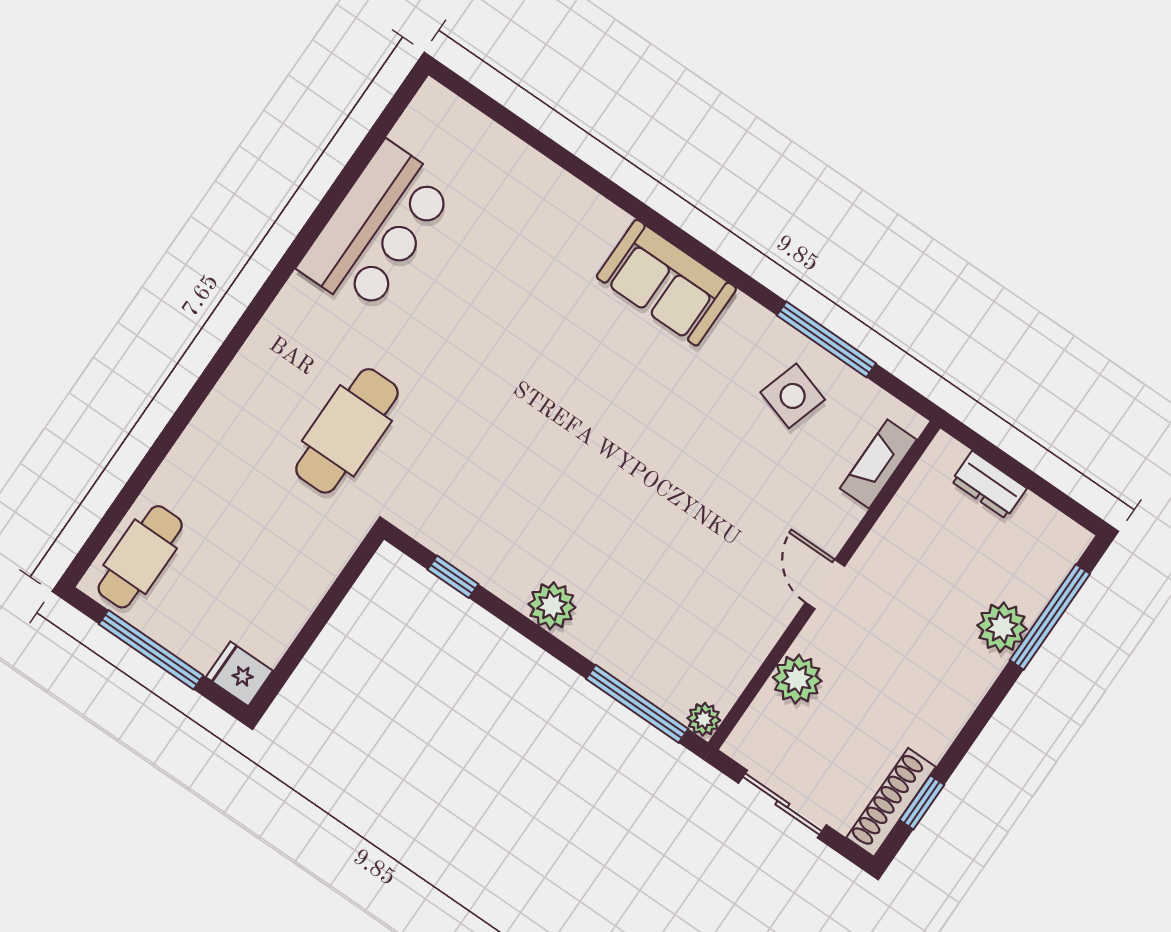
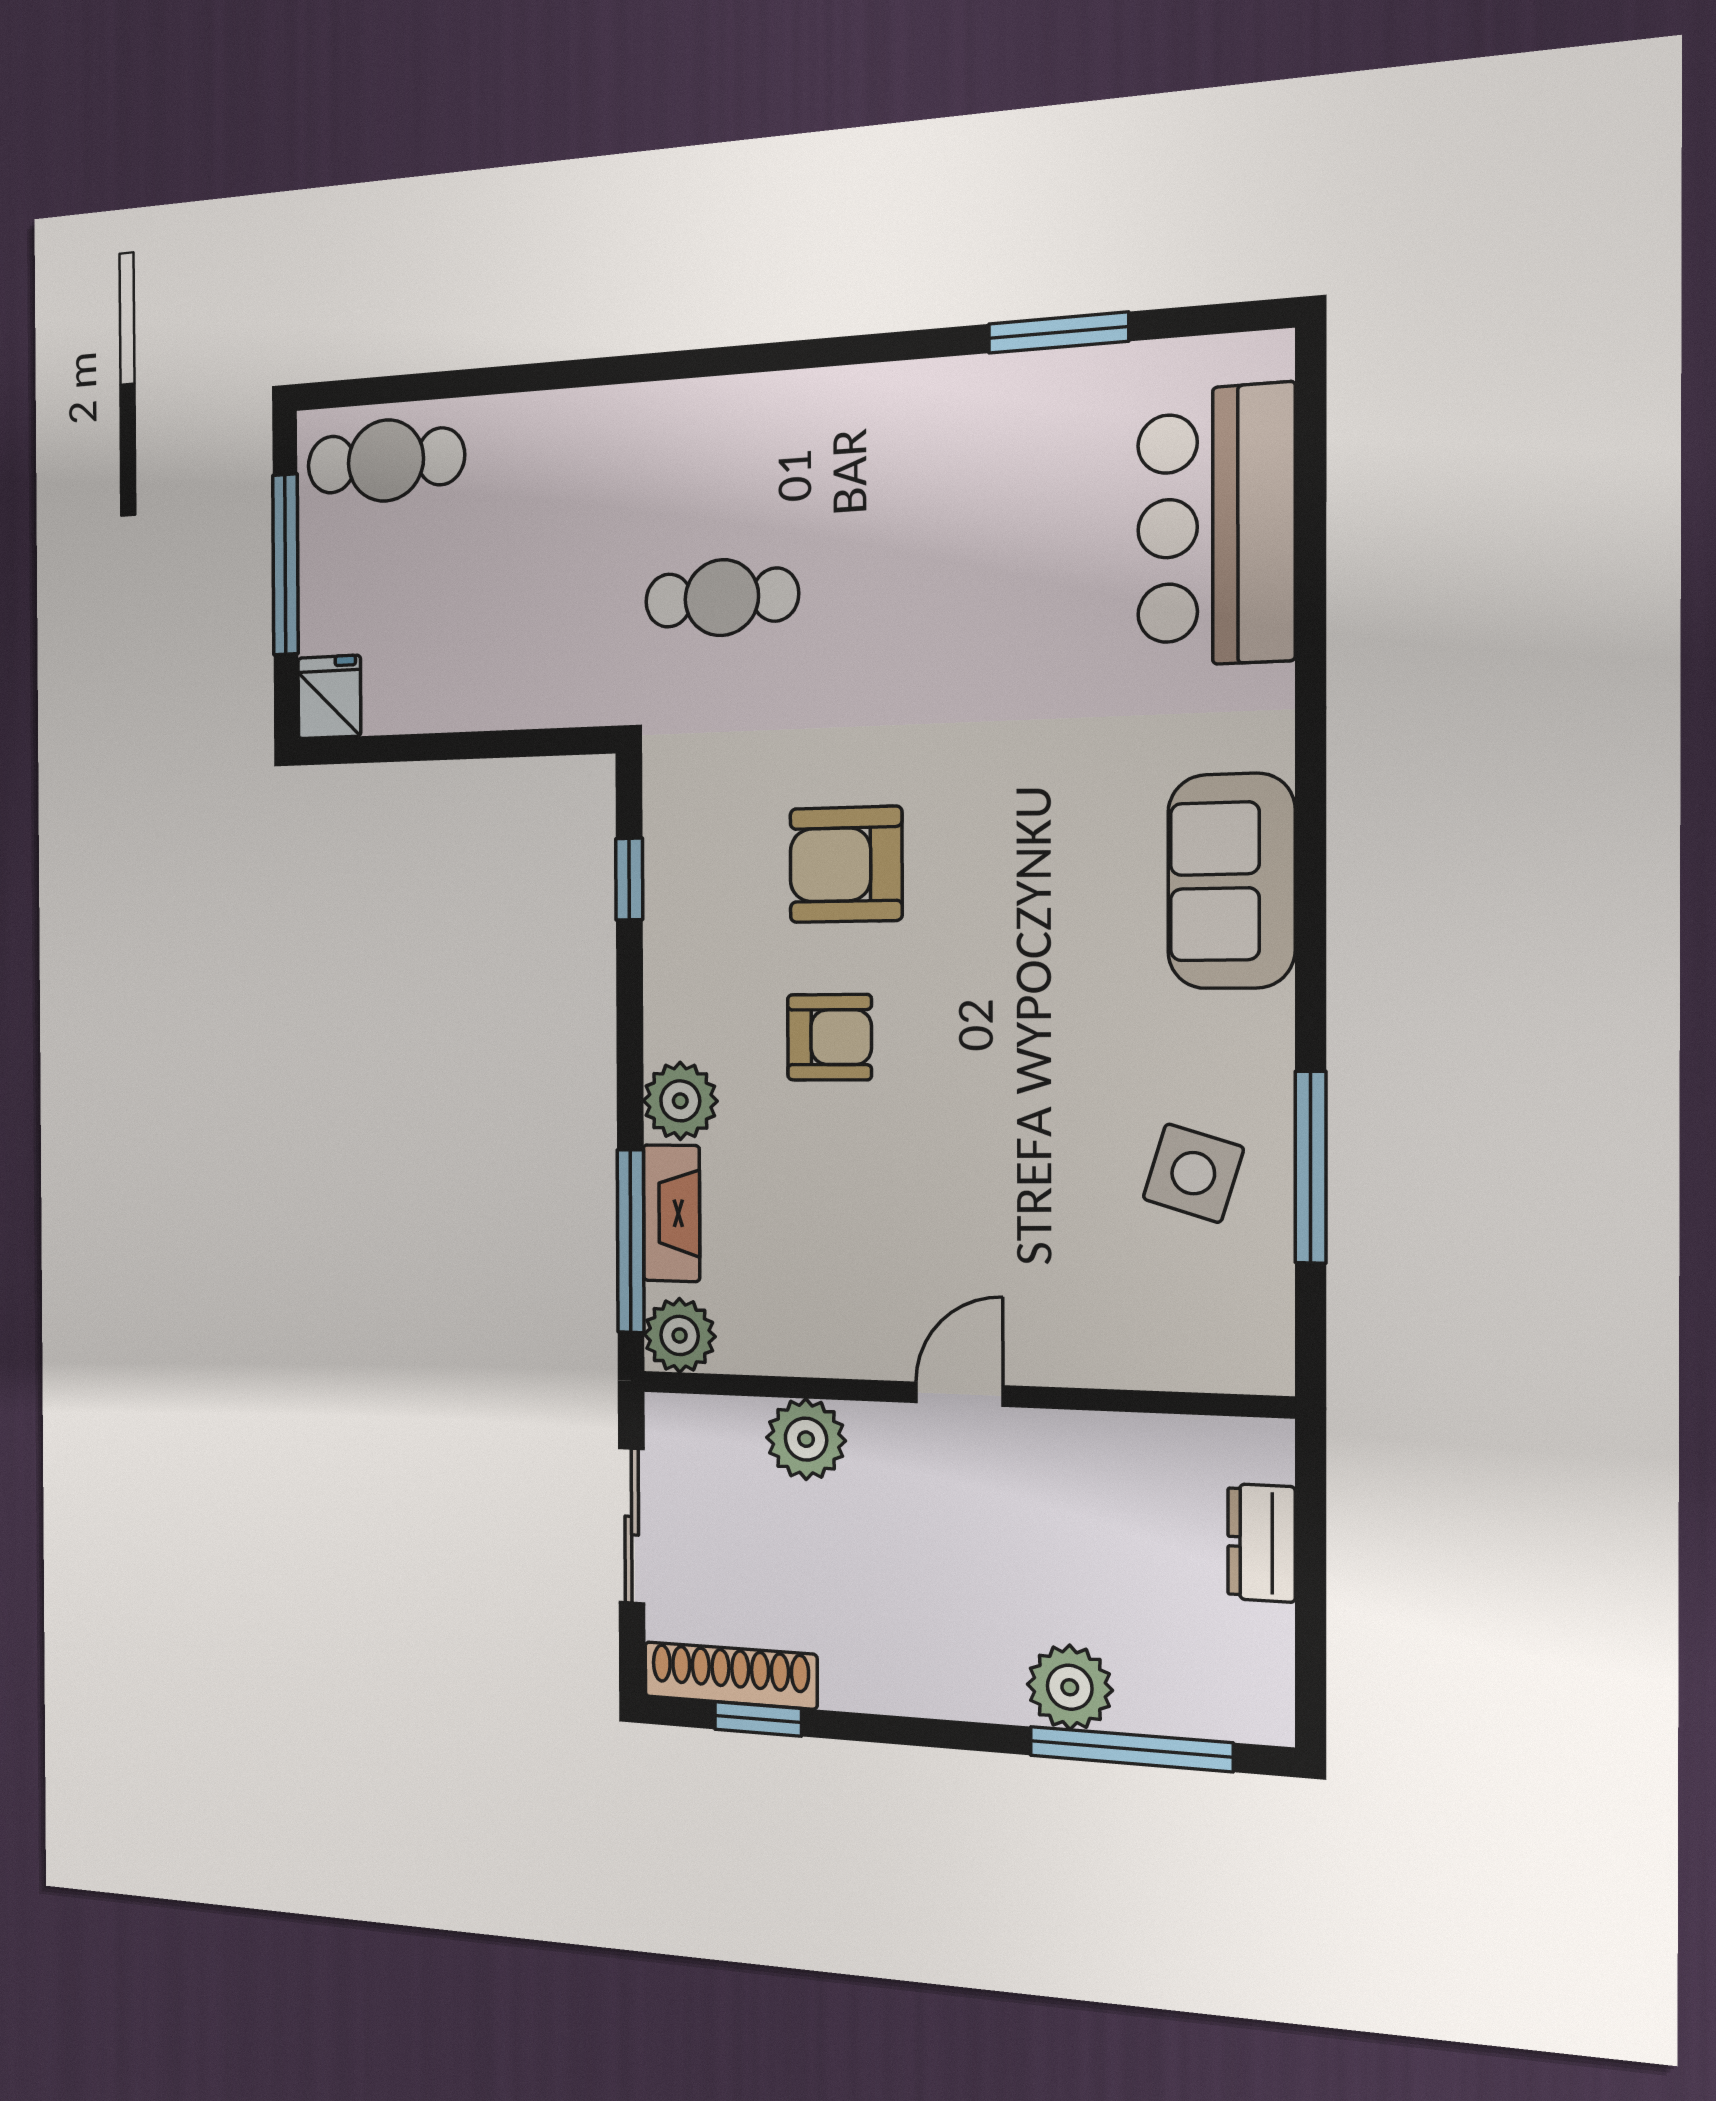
window: (345, 181) -> (1058, 333), added
bar counter: (377, 228) -> (1216, 526), moved, turned 90
cafe table: (347, 431) -> (722, 598), width x0.73, depth x0.74
armchair: (526, 461) -> (846, 864), added
fireplace: (878, 464) -> (671, 1213), moved, turned 90
armchair: (605, 528) -> (830, 1037), added
plant: (552, 606) -> (680, 1101), moved
plant: (704, 719) -> (680, 1335), width x1.38, depth x1.38

